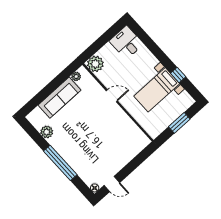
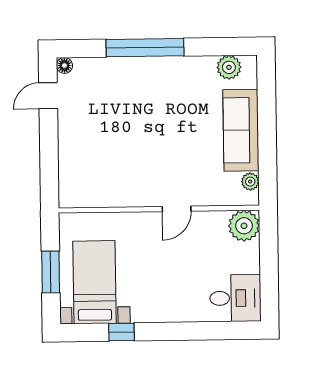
bed with nightstands: (157, 90) -> (94, 282), moved
plant: (47, 132) -> (229, 67), moved

